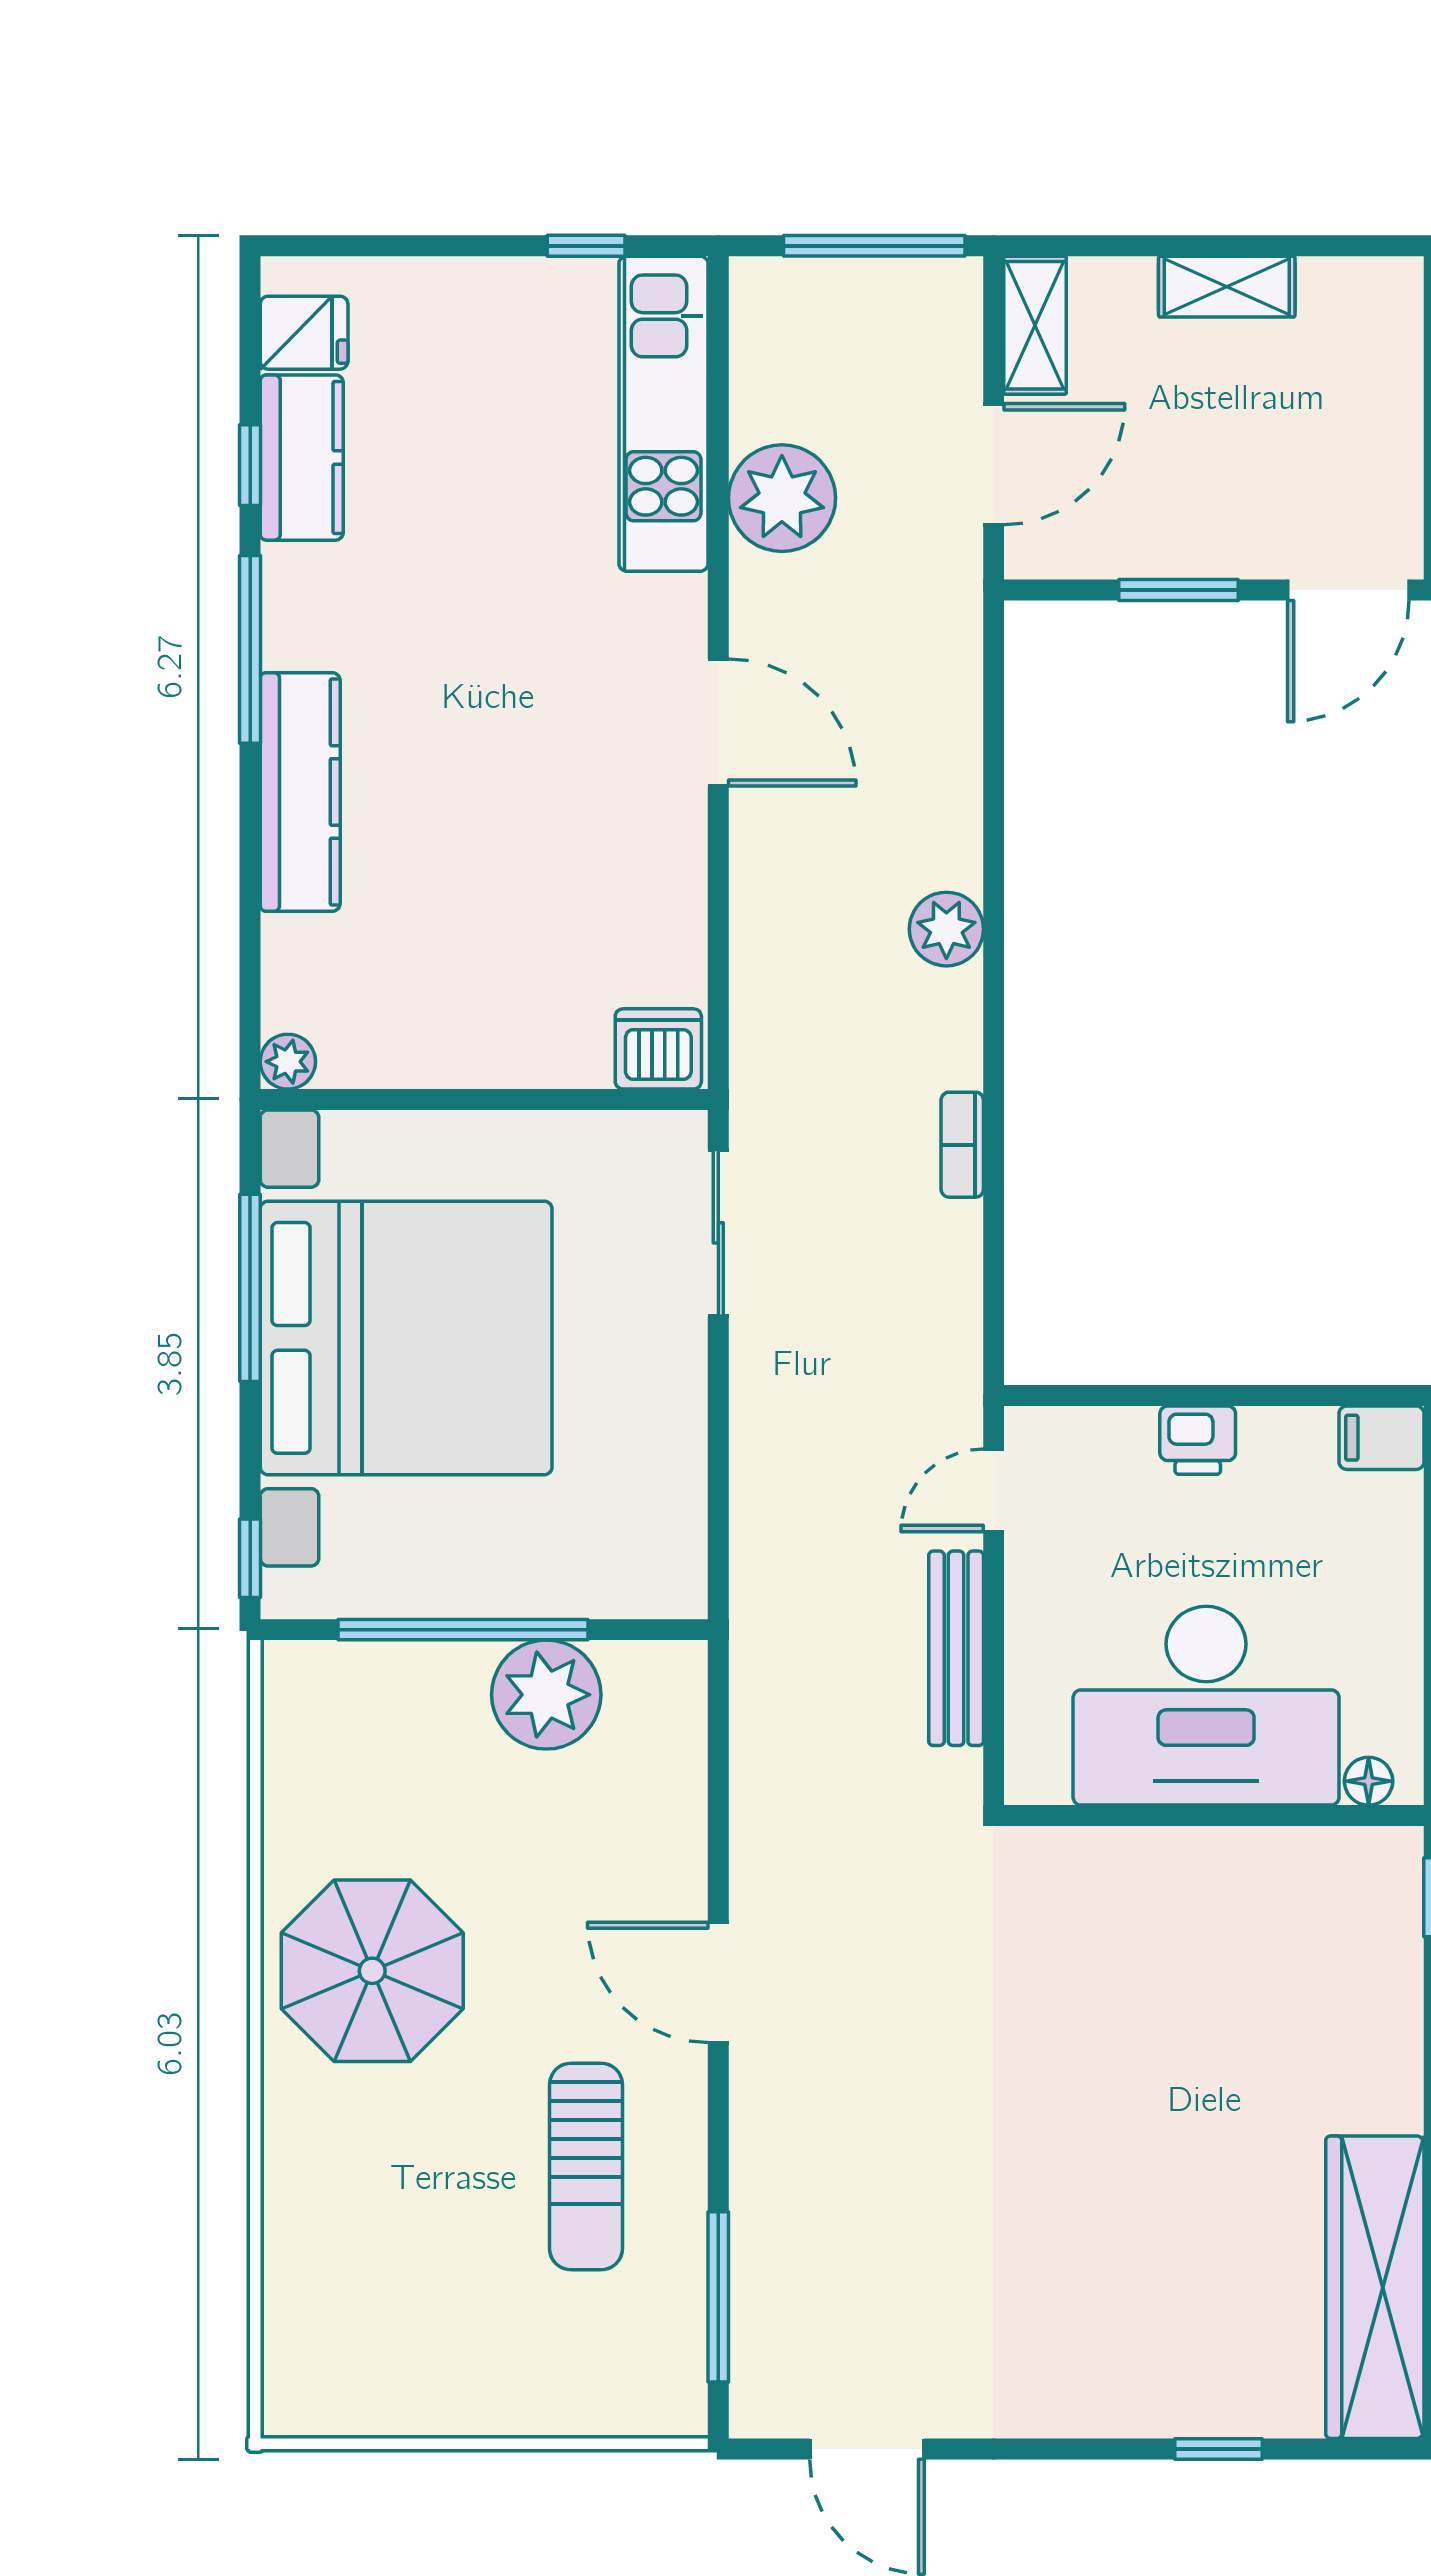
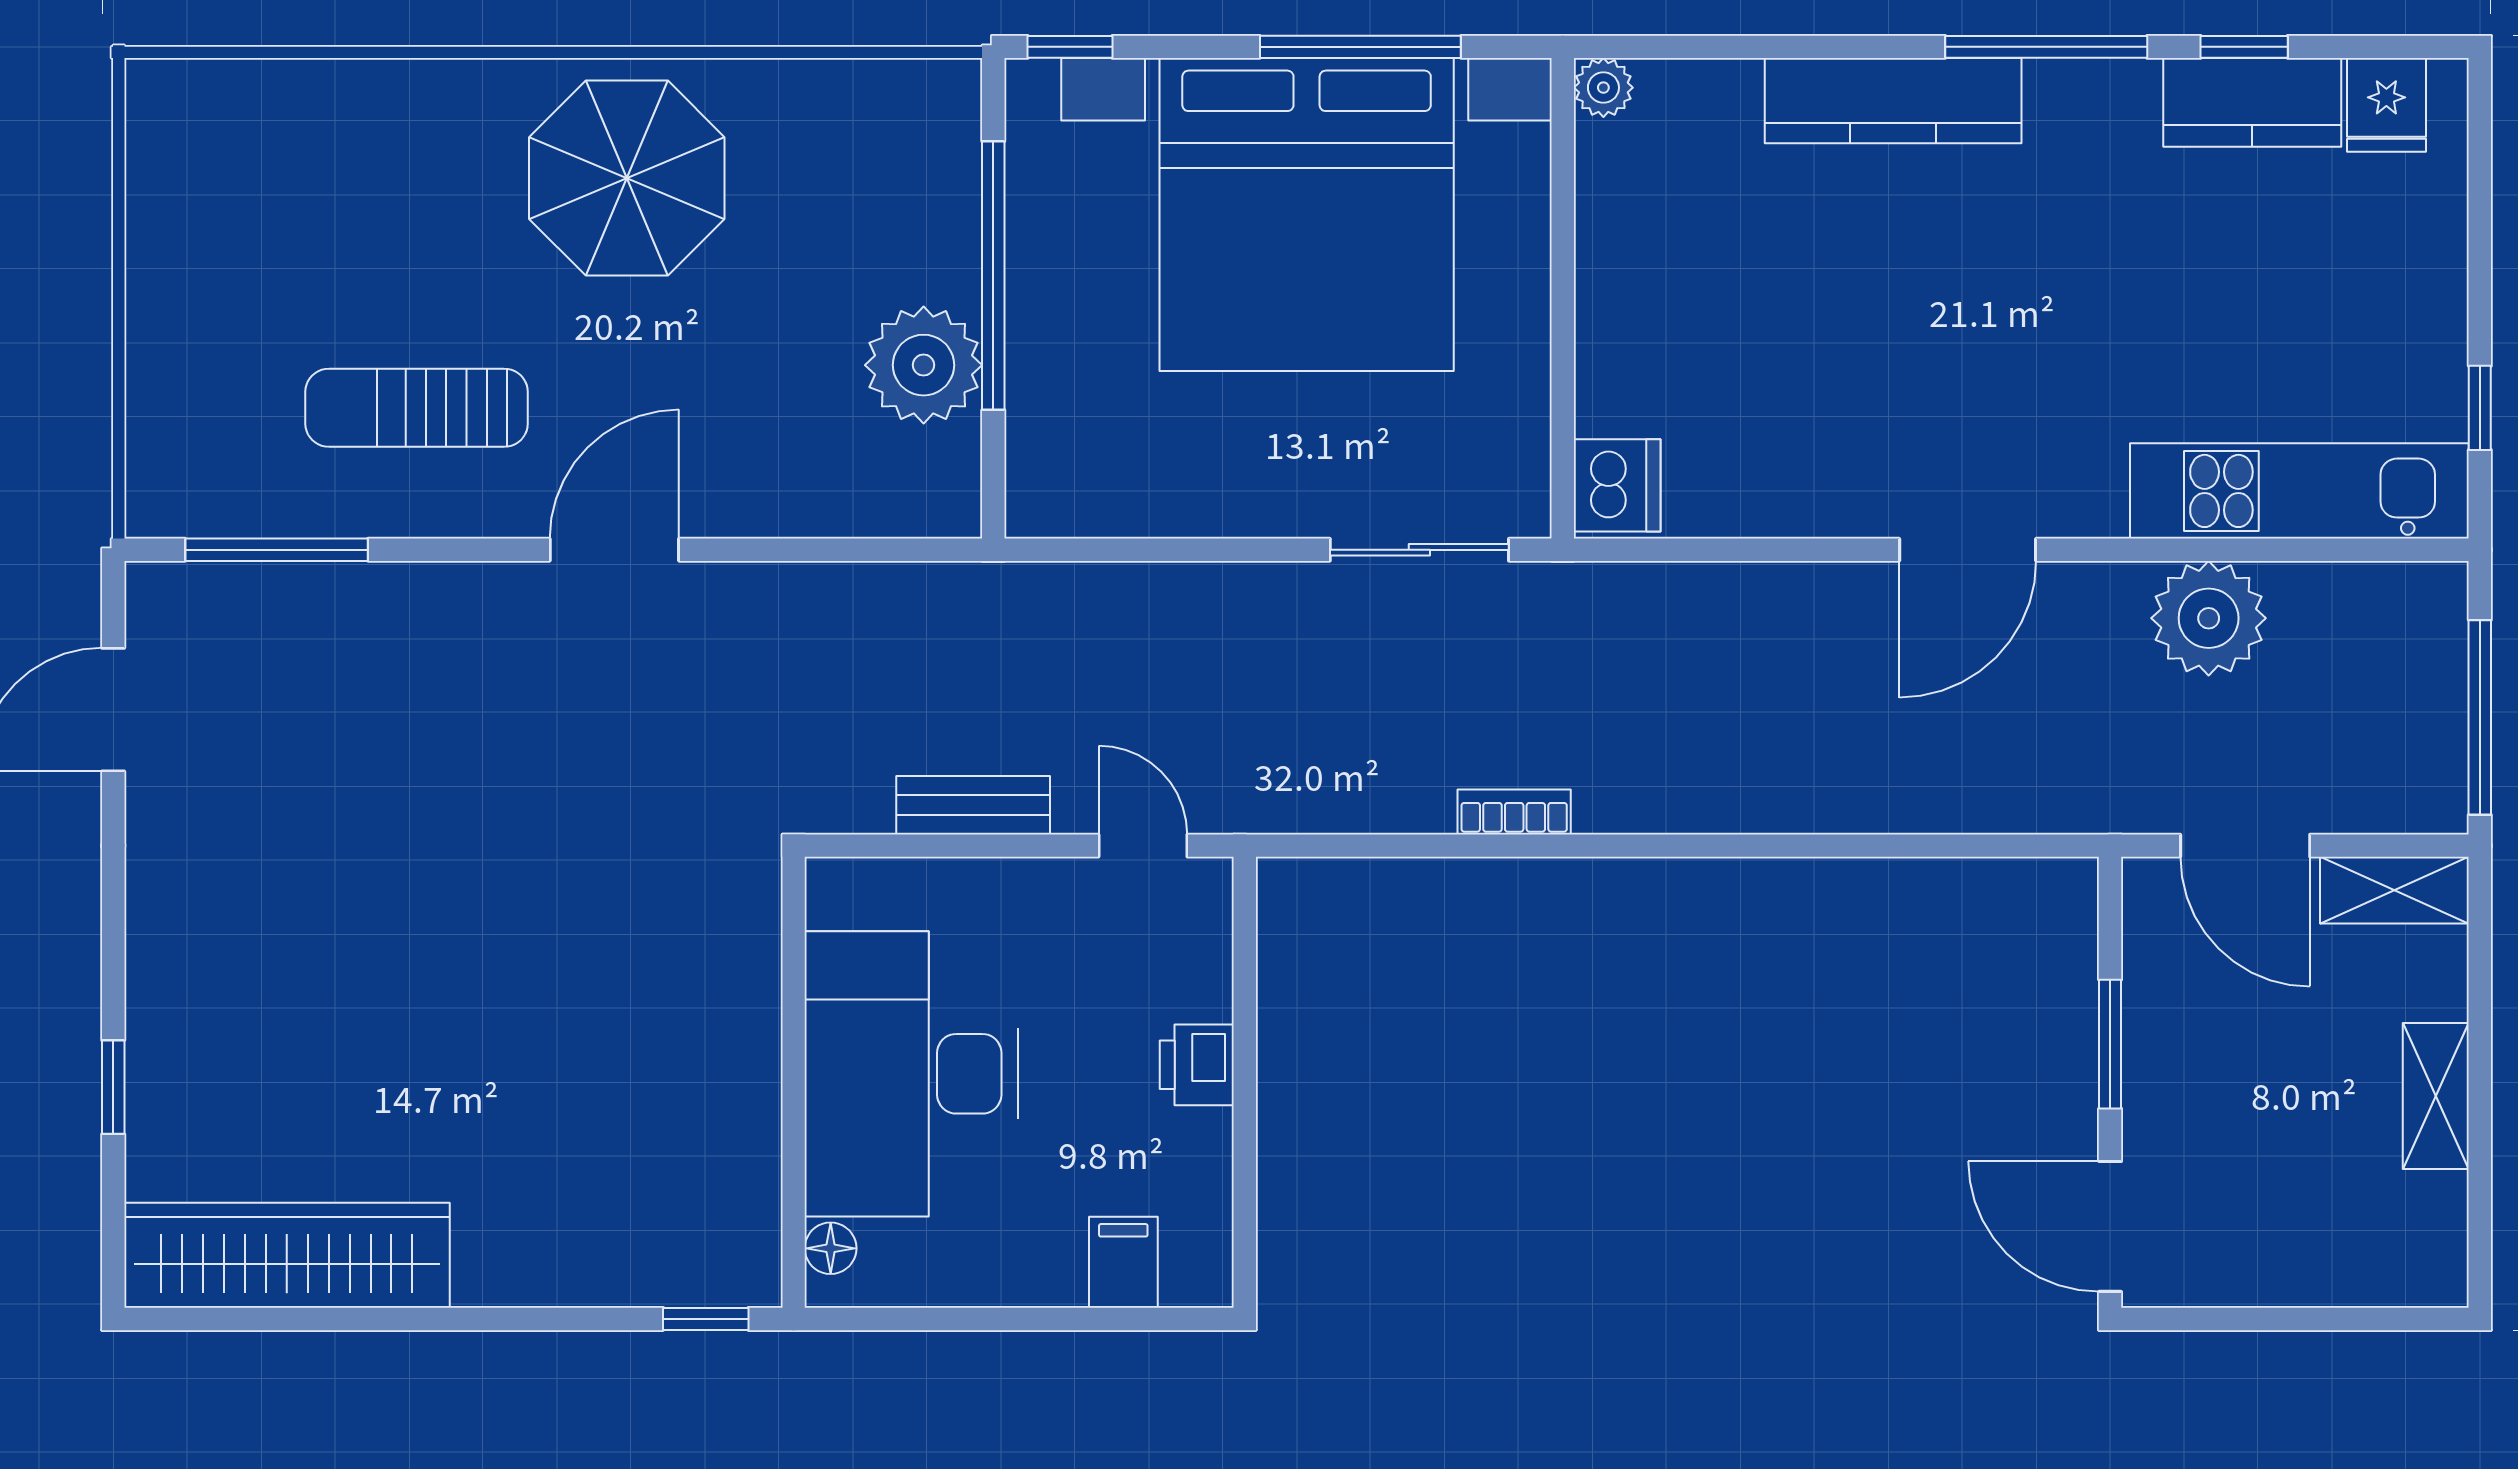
plant: (946, 929) -> (1746, 795), removed
filing cabinet: (1382, 1438) -> (1123, 1262), moved
bench: (956, 1648) -> (973, 805), width x0.73

